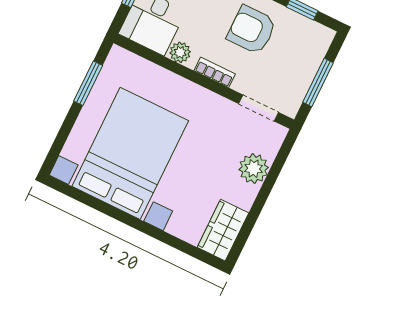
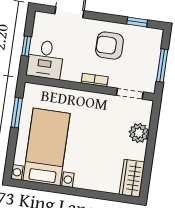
plant: (180, 52) -> (69, 74), removed
bed with nightstands: (130, 153) -> (47, 147), width x0.73

